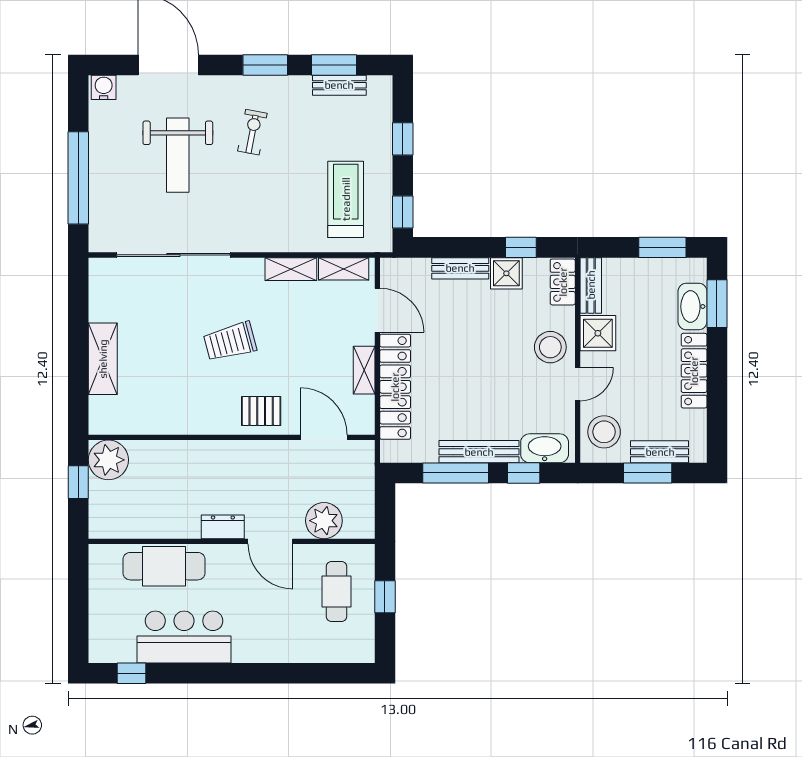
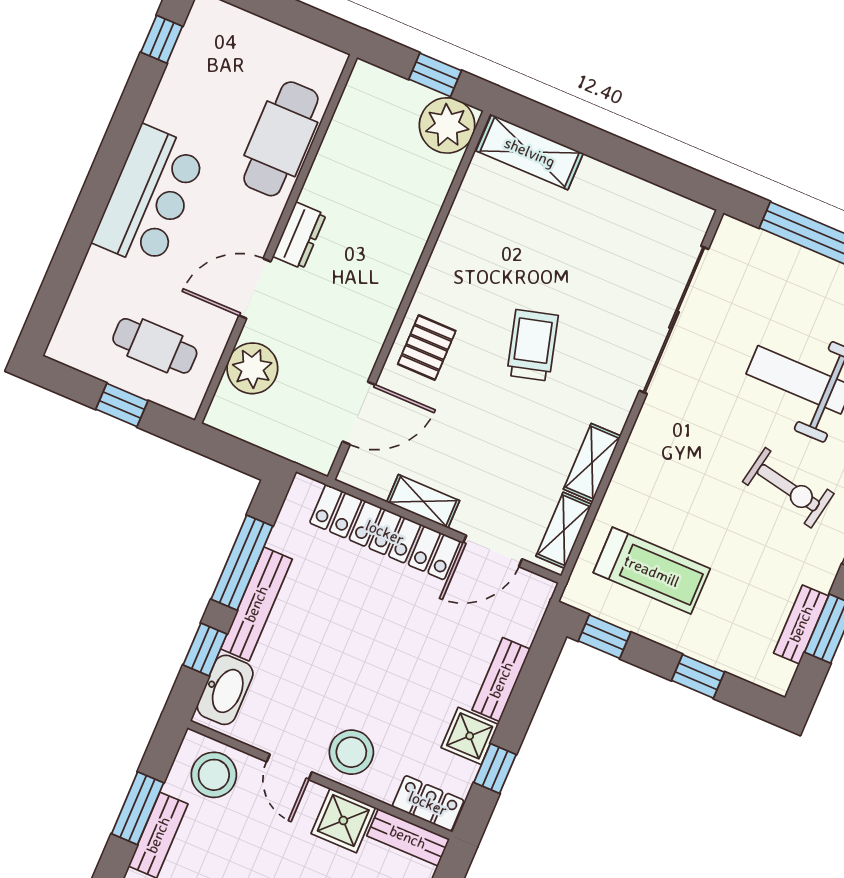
exercise bike: (252, 132) -> (788, 488), width x1.38, depth x1.39
shelving: (103, 359) -> (530, 152), moved
bar counter: (184, 637) -> (149, 197), moved

